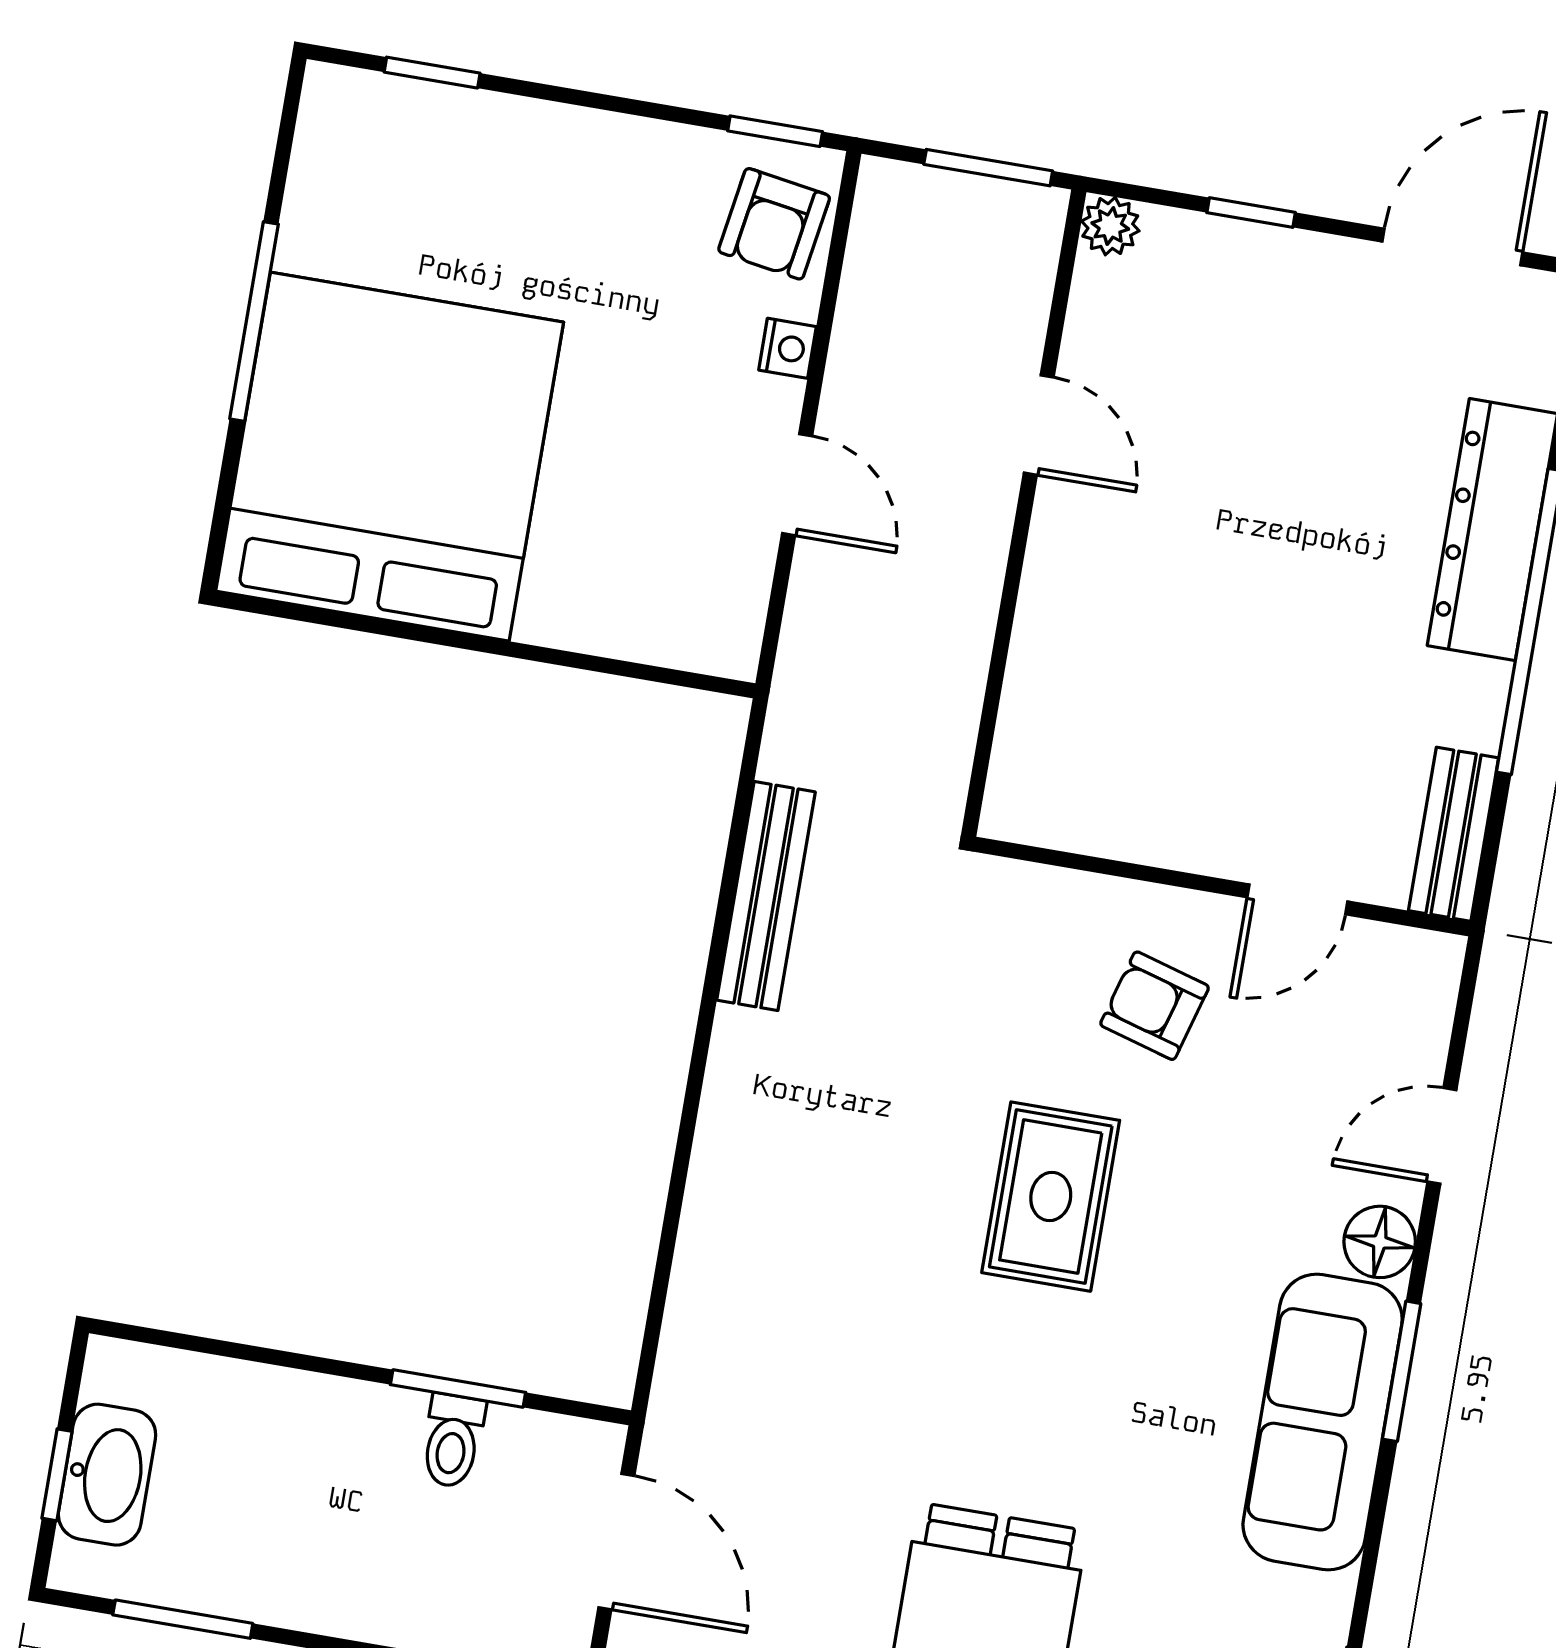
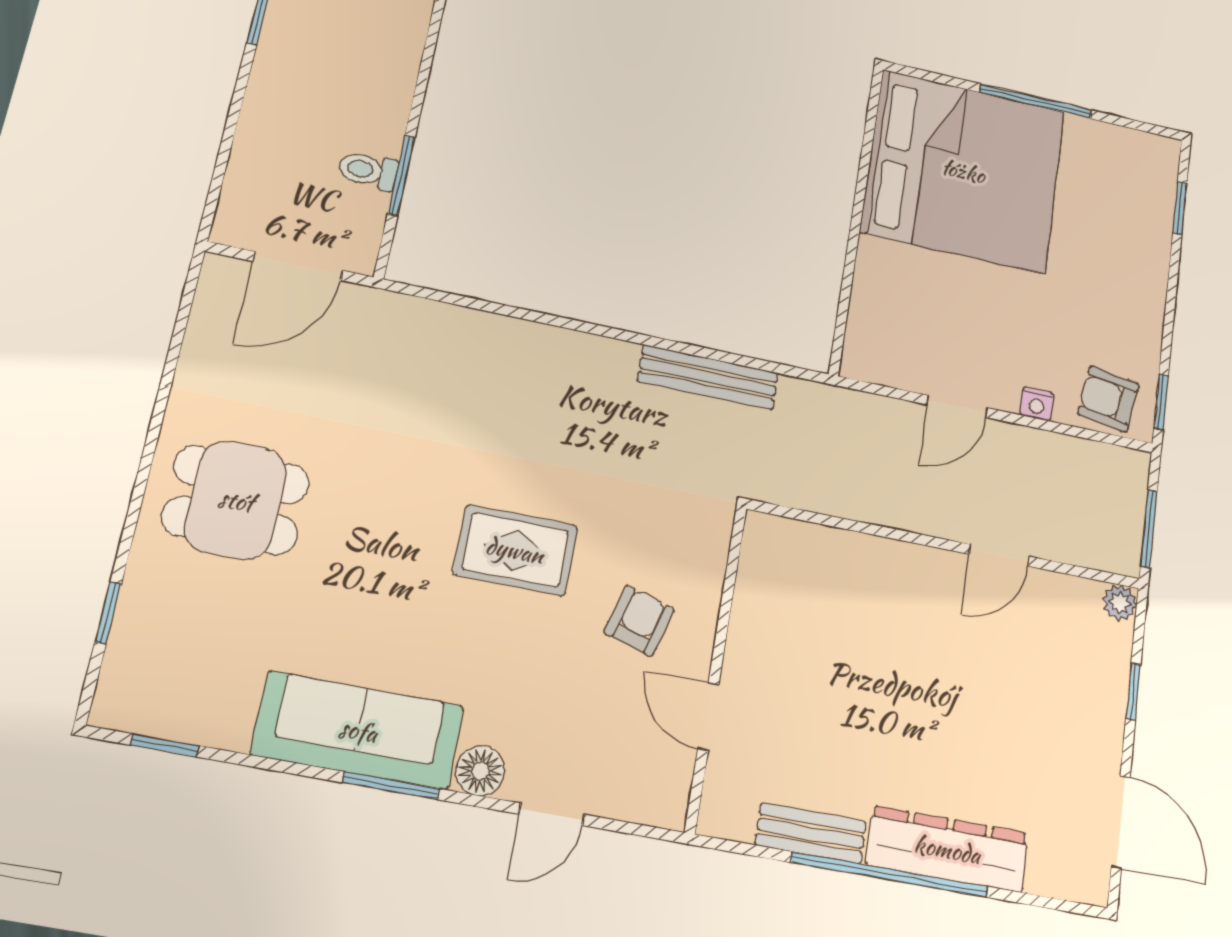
bench: (1454, 834) -> (811, 833), moved
door: (1442, 1136) -> (552, 814), swing flipped

